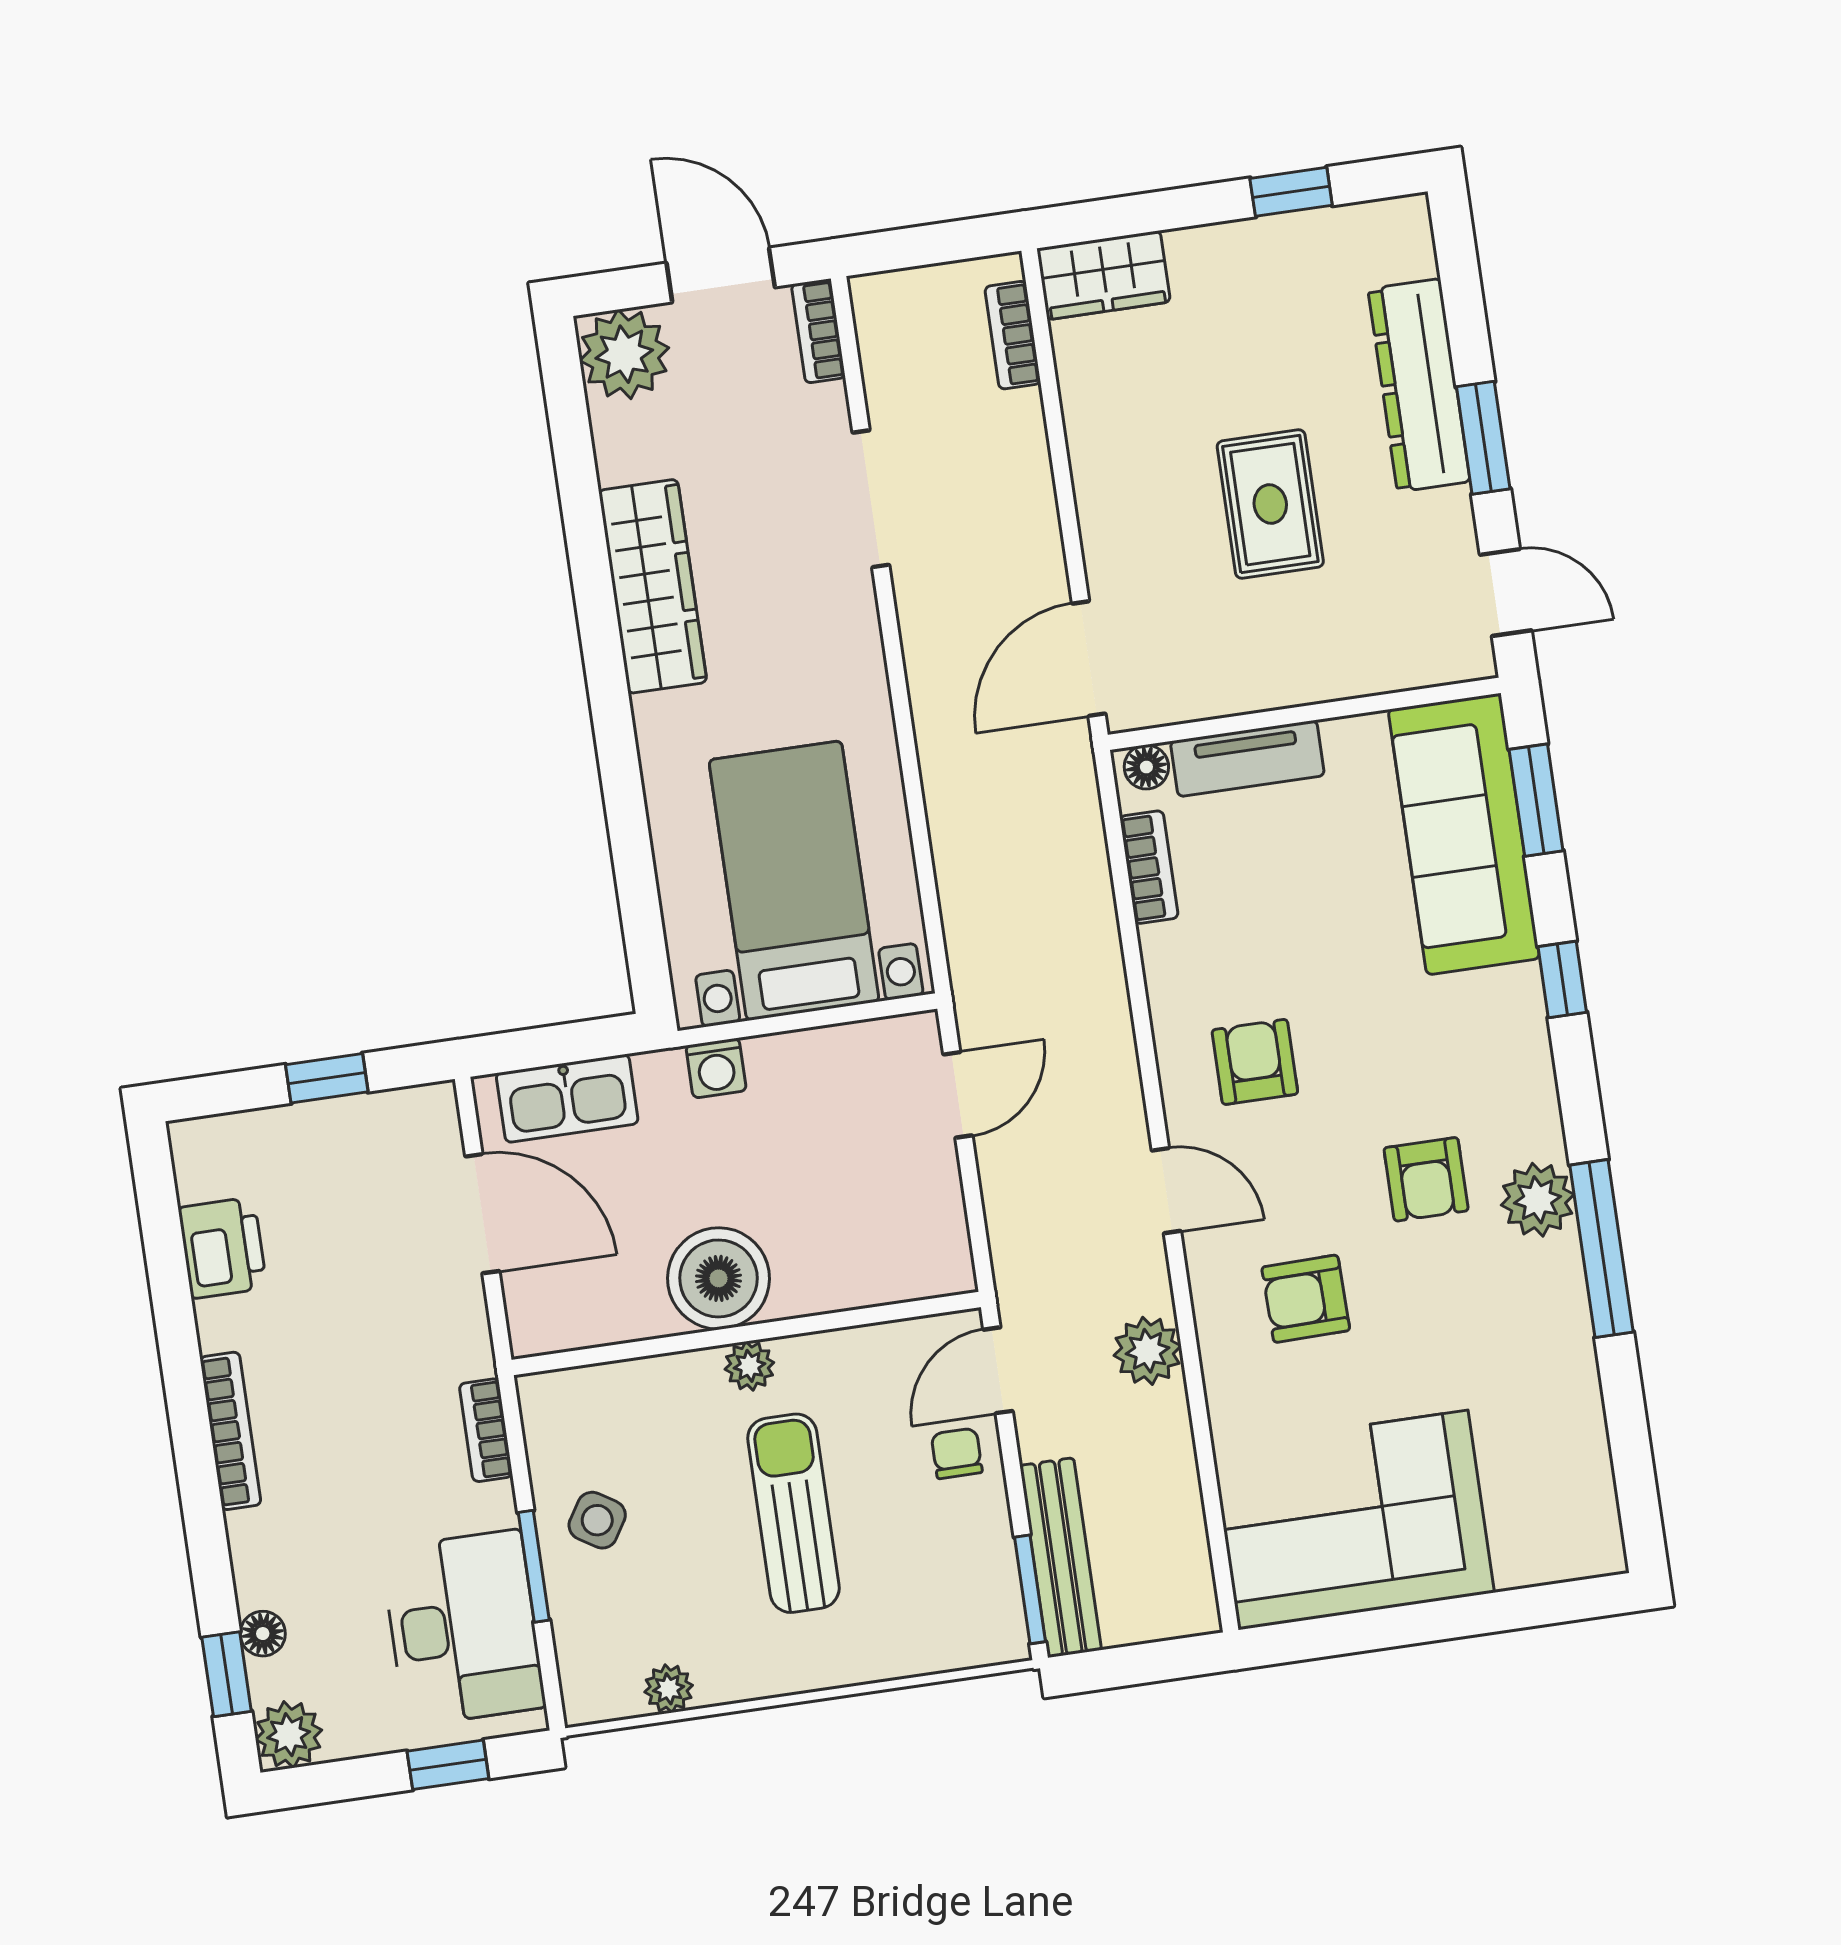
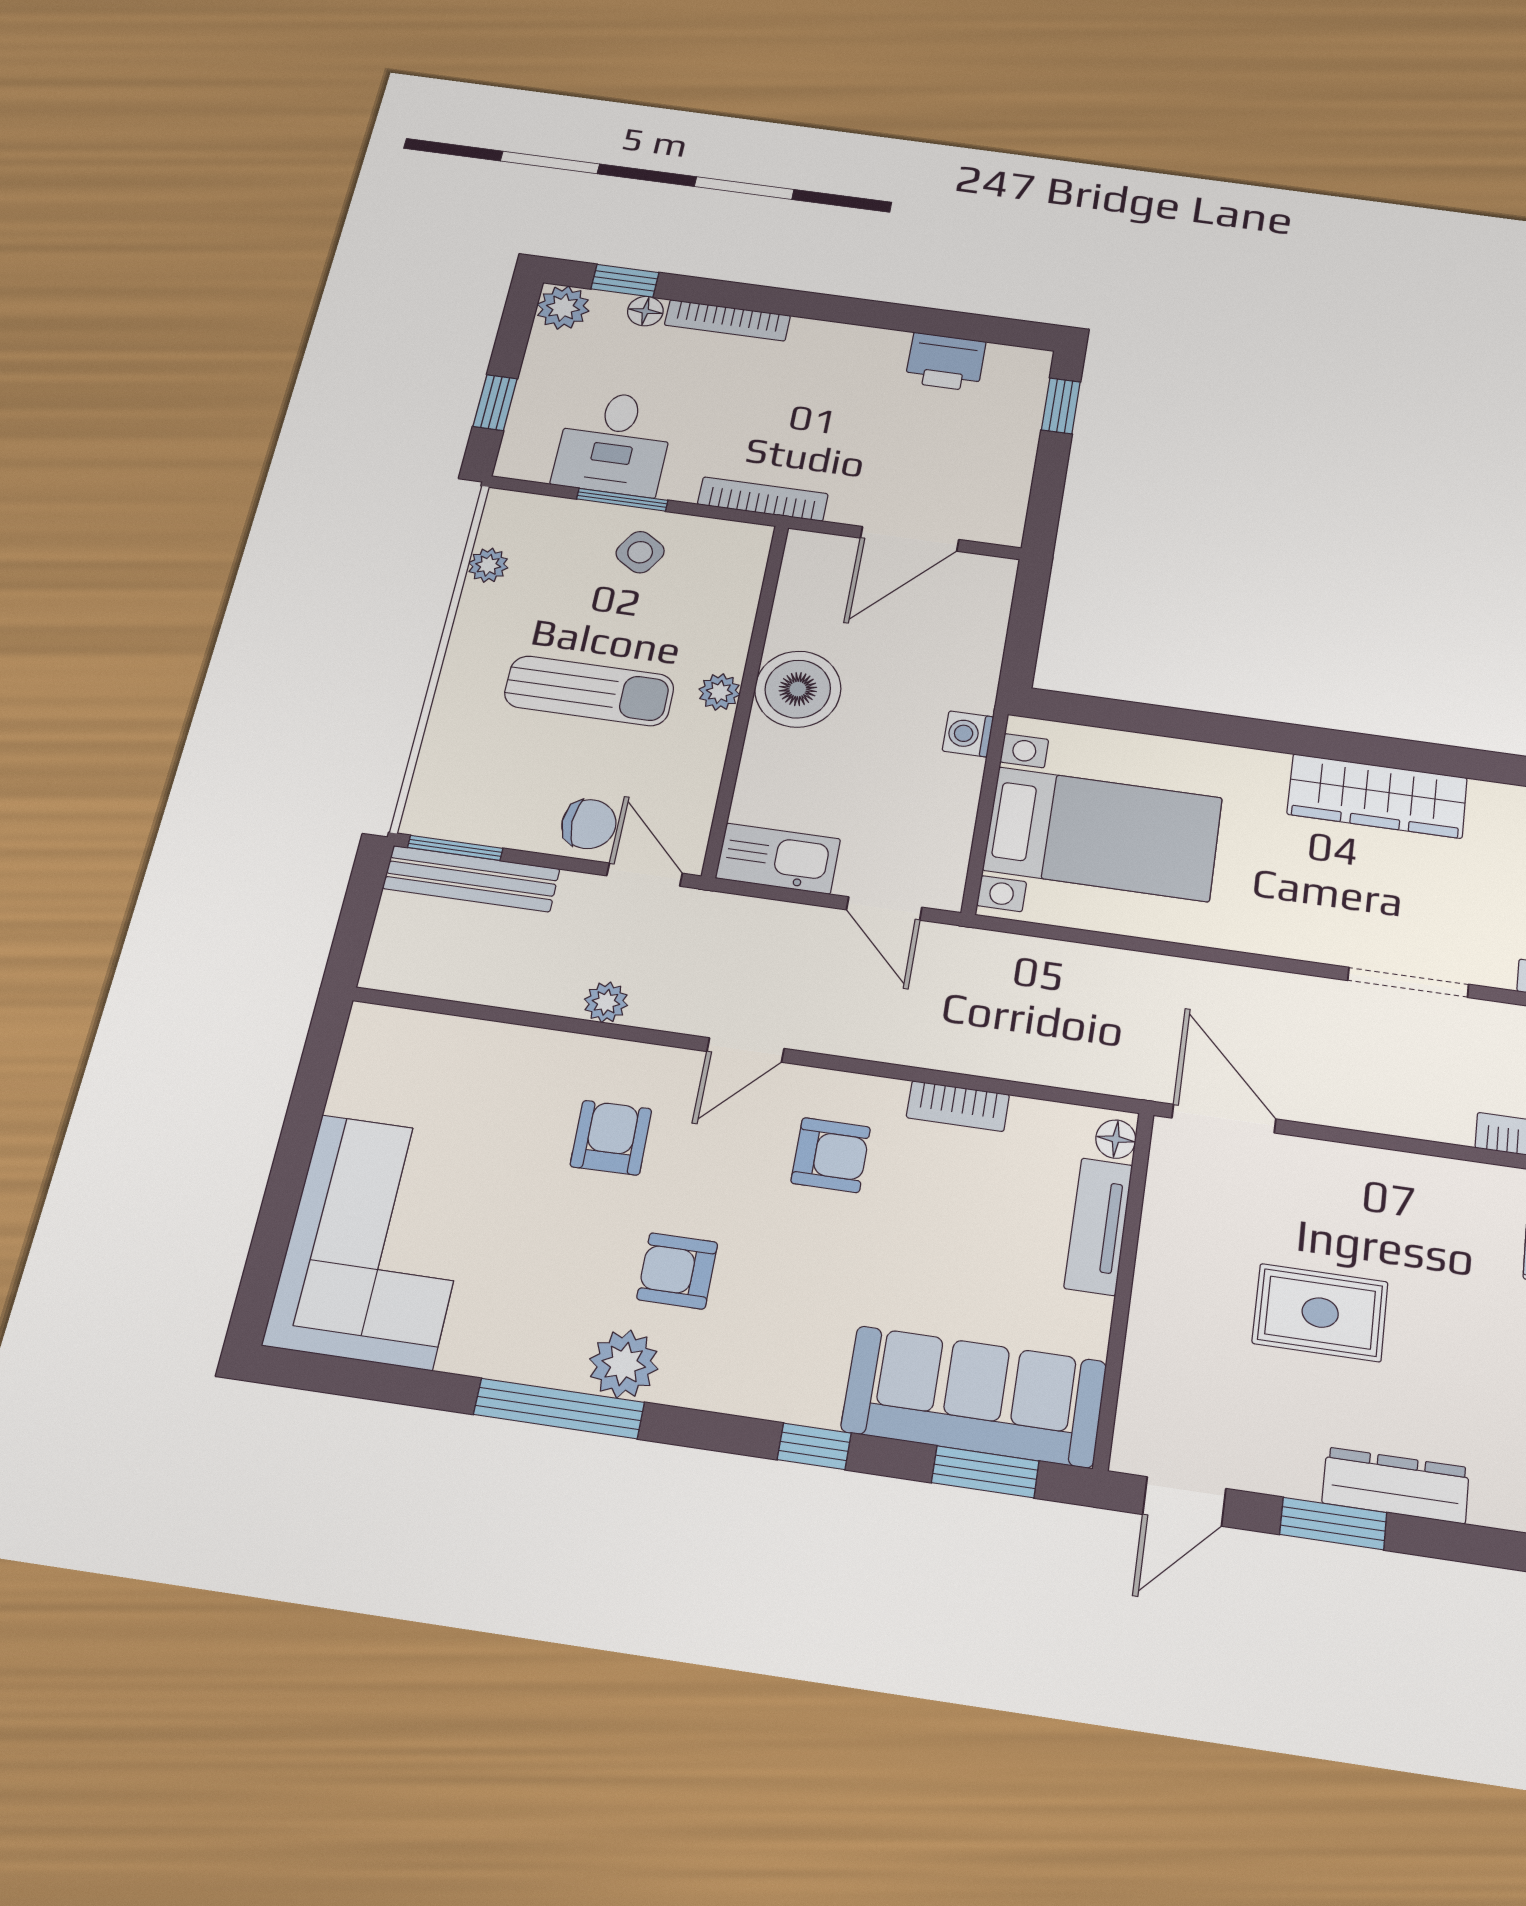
dresser: (1419, 385) -> (1396, 1485), width x0.73, depth x0.80
bookcase: (1149, 867) -> (958, 1106), moved
window: (327, 1078) -> (1061, 406), moved
kitchen sink: (567, 1098) -> (778, 859), moved, turned 90
plant: (1147, 1351) -> (606, 1002), width x0.73, depth x0.73
bookcase: (486, 1430) -> (763, 499), width x1.56
bookcase: (231, 1431) -> (727, 320), moved
chair: (957, 1453) -> (589, 824), width x1.37, depth x1.37
corner sofa: (1353, 1520) -> (376, 1240), moved
desk: (463, 1628) -> (614, 443), width x0.73

